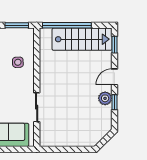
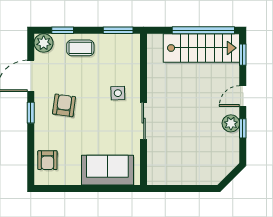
window: (67, 25) -> (203, 30), moved
side table: (18, 62) -> (118, 93), moved
sliding door: (37, 107) -> (144, 121), moved

